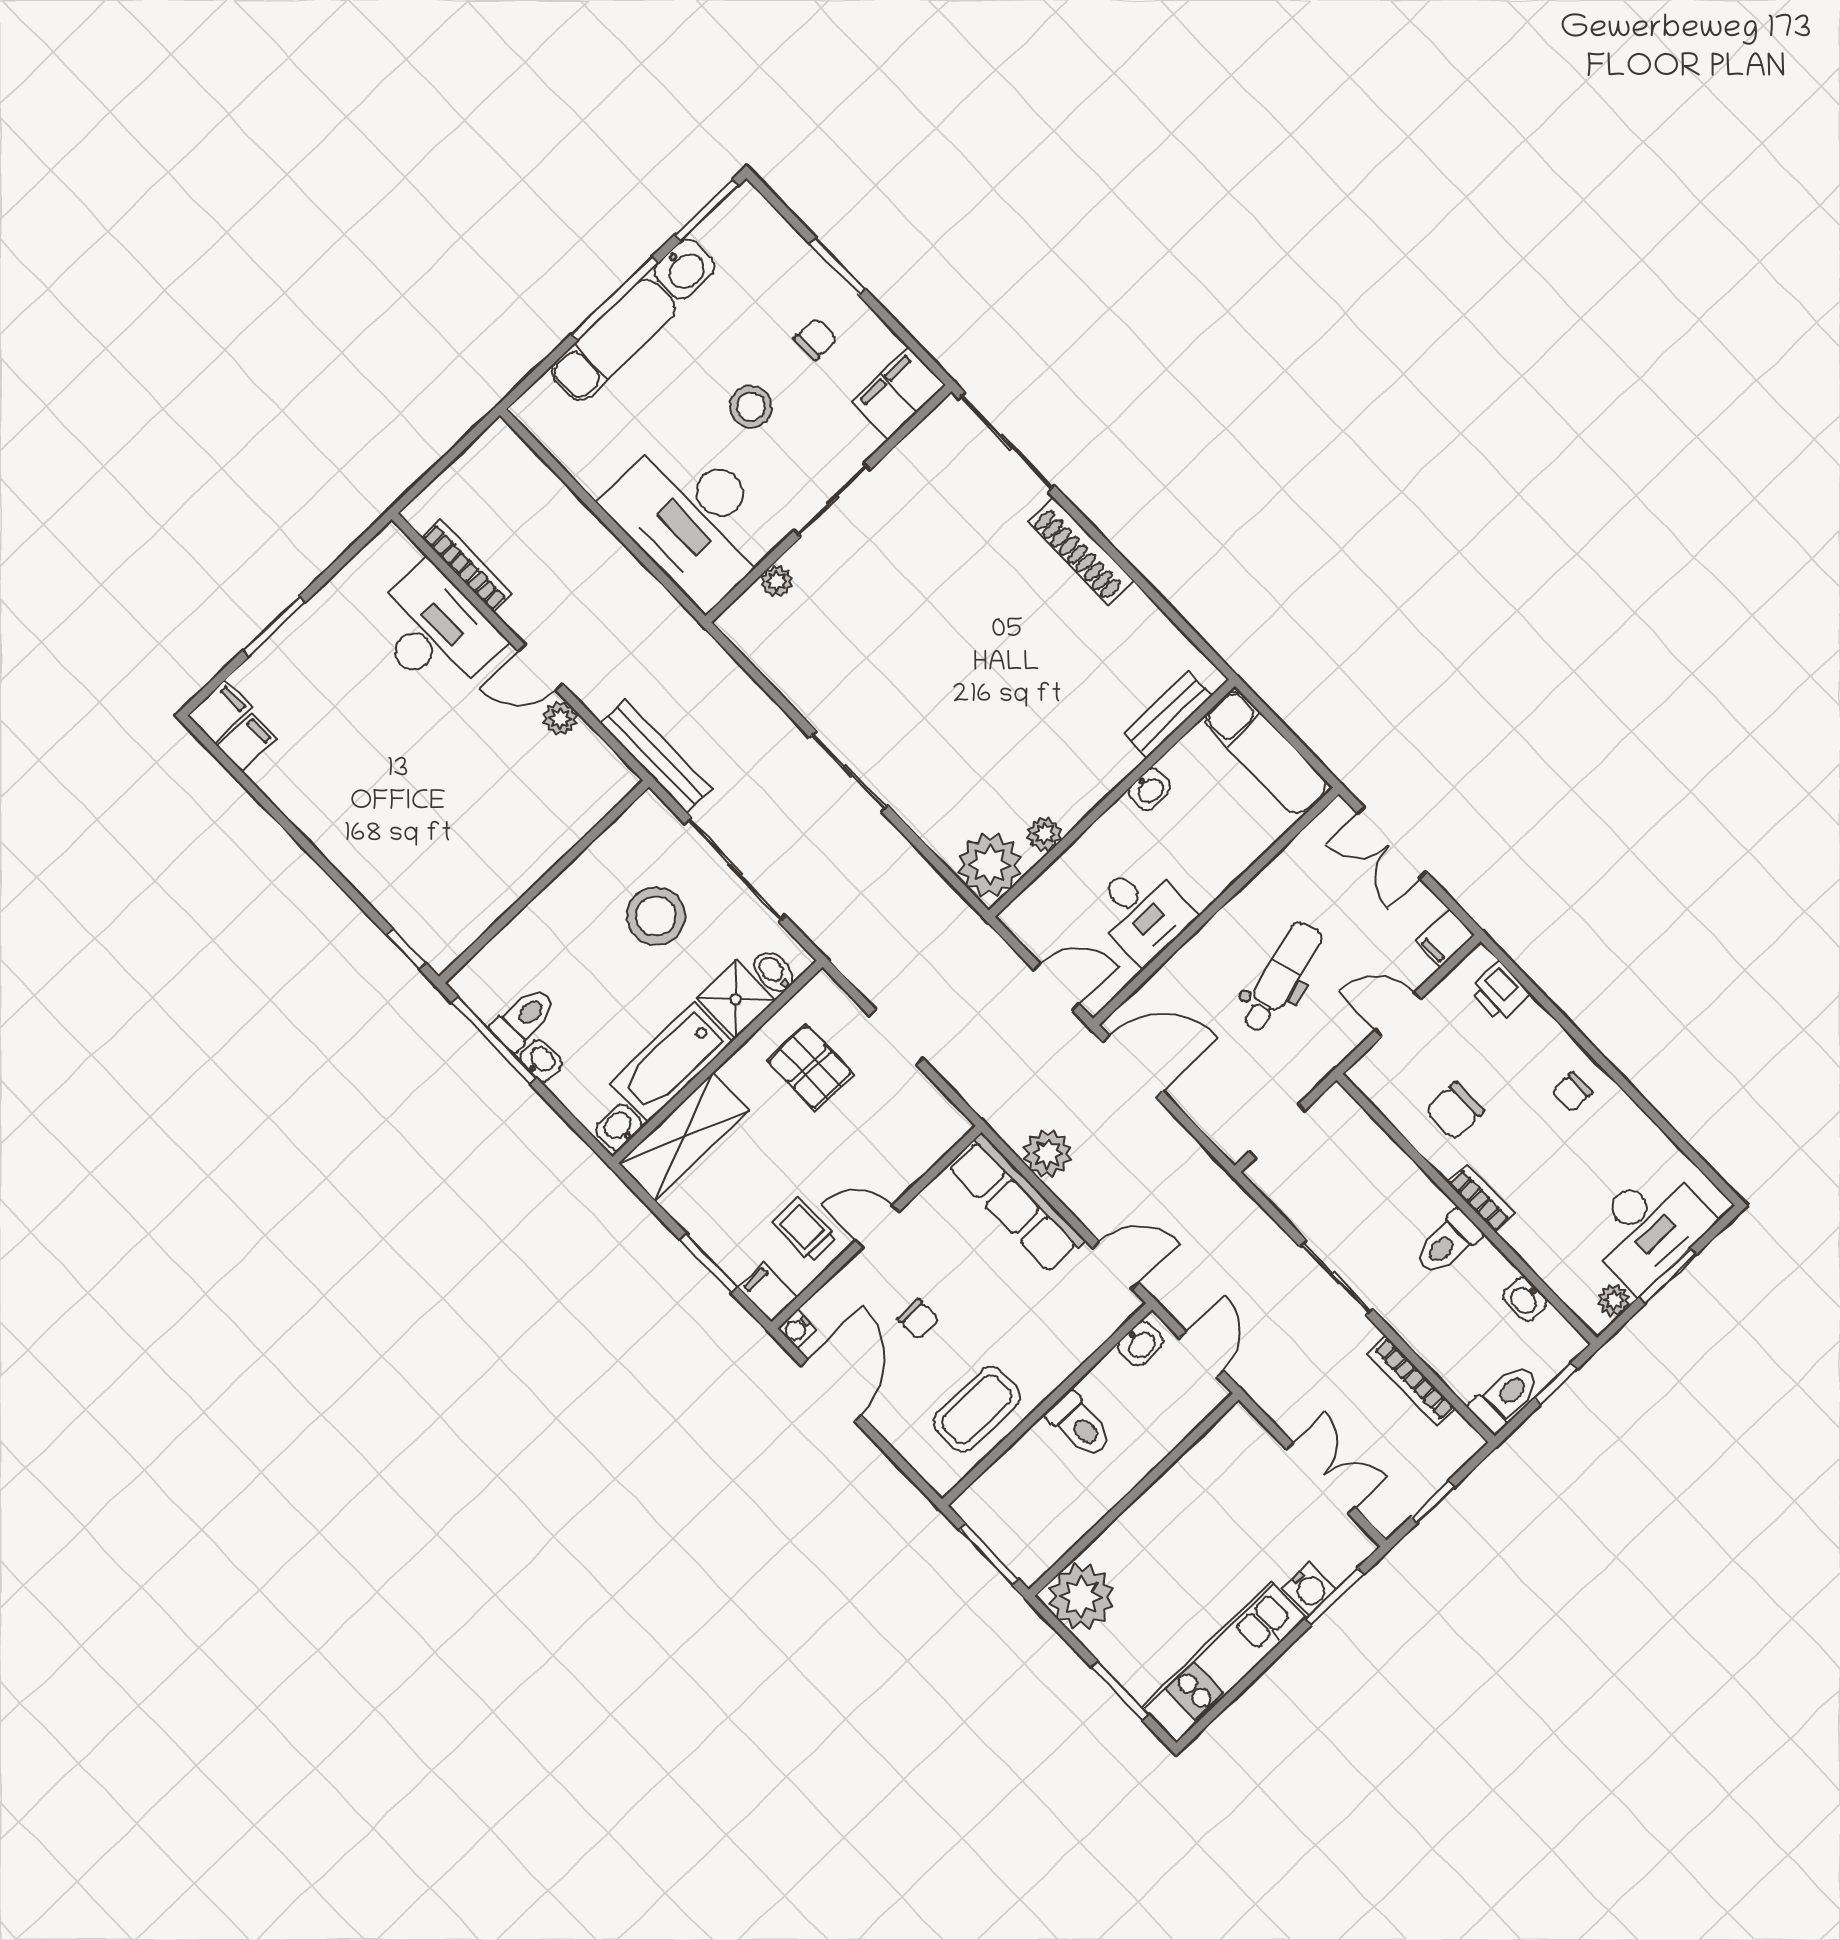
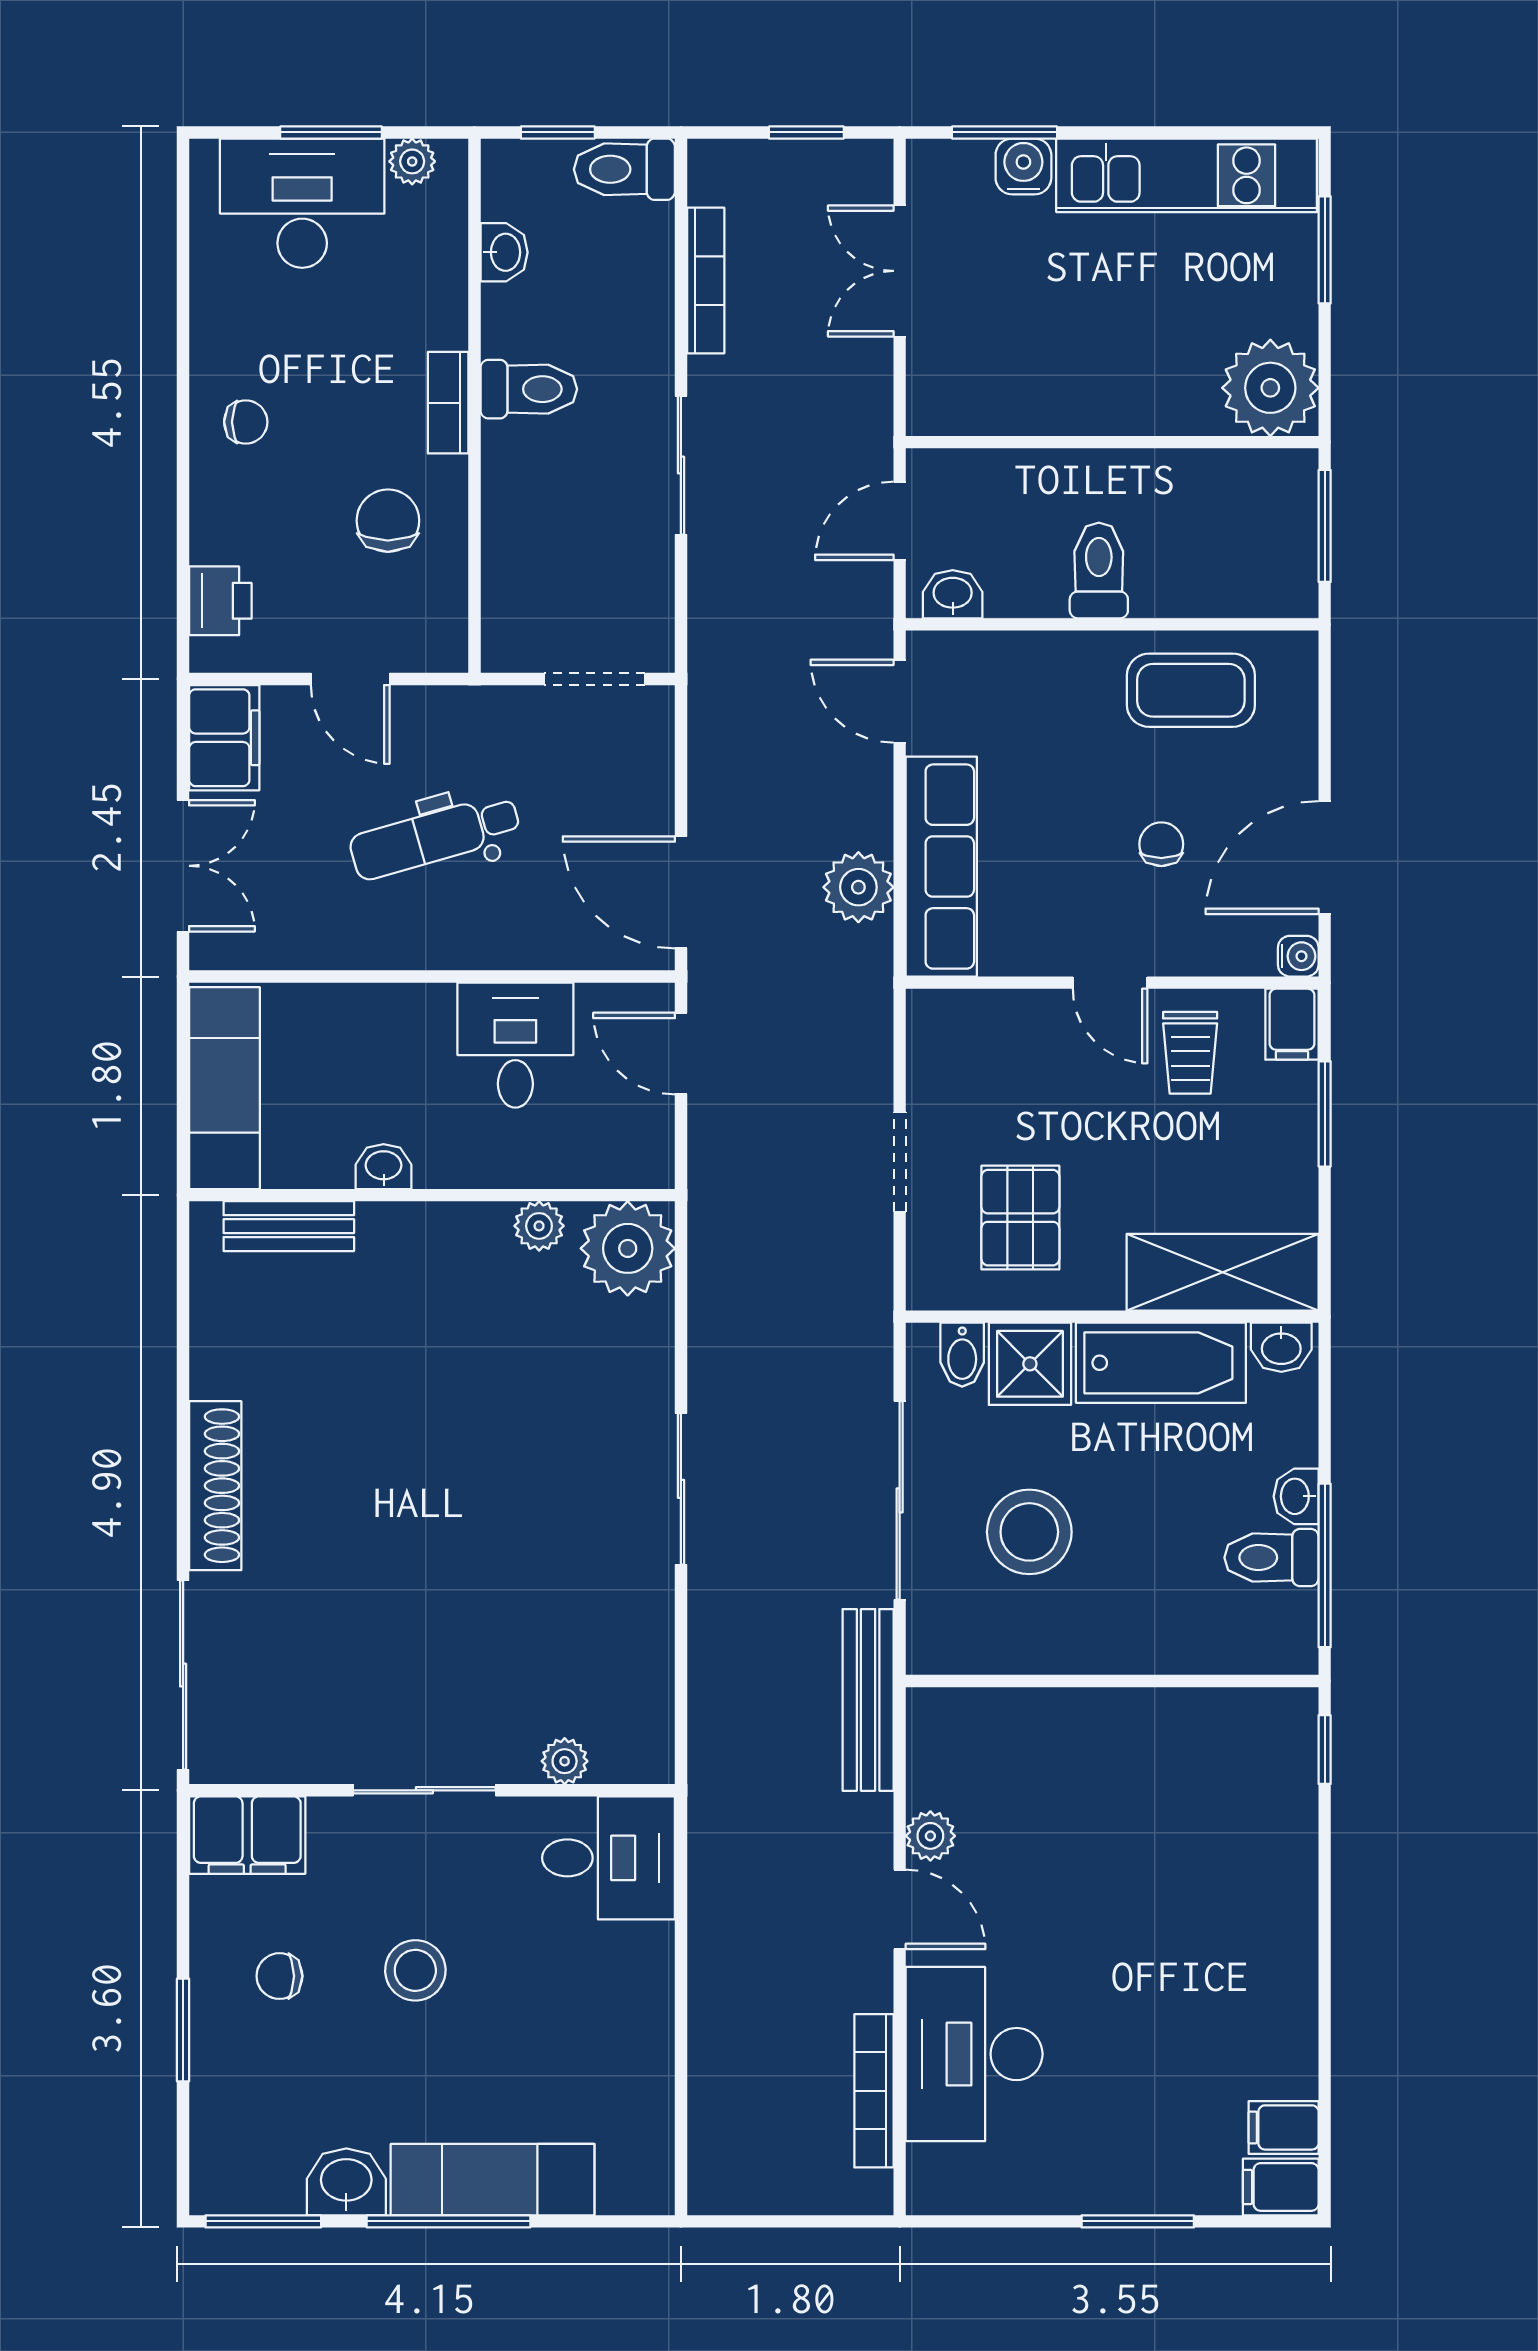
desk: (693, 518) -> (609, 1858), width x0.53, depth x0.77
filing cabinet: (1445, 939) -> (224, 738), width x2.00
chair: (1455, 1111) -> (388, 521), turned -90

